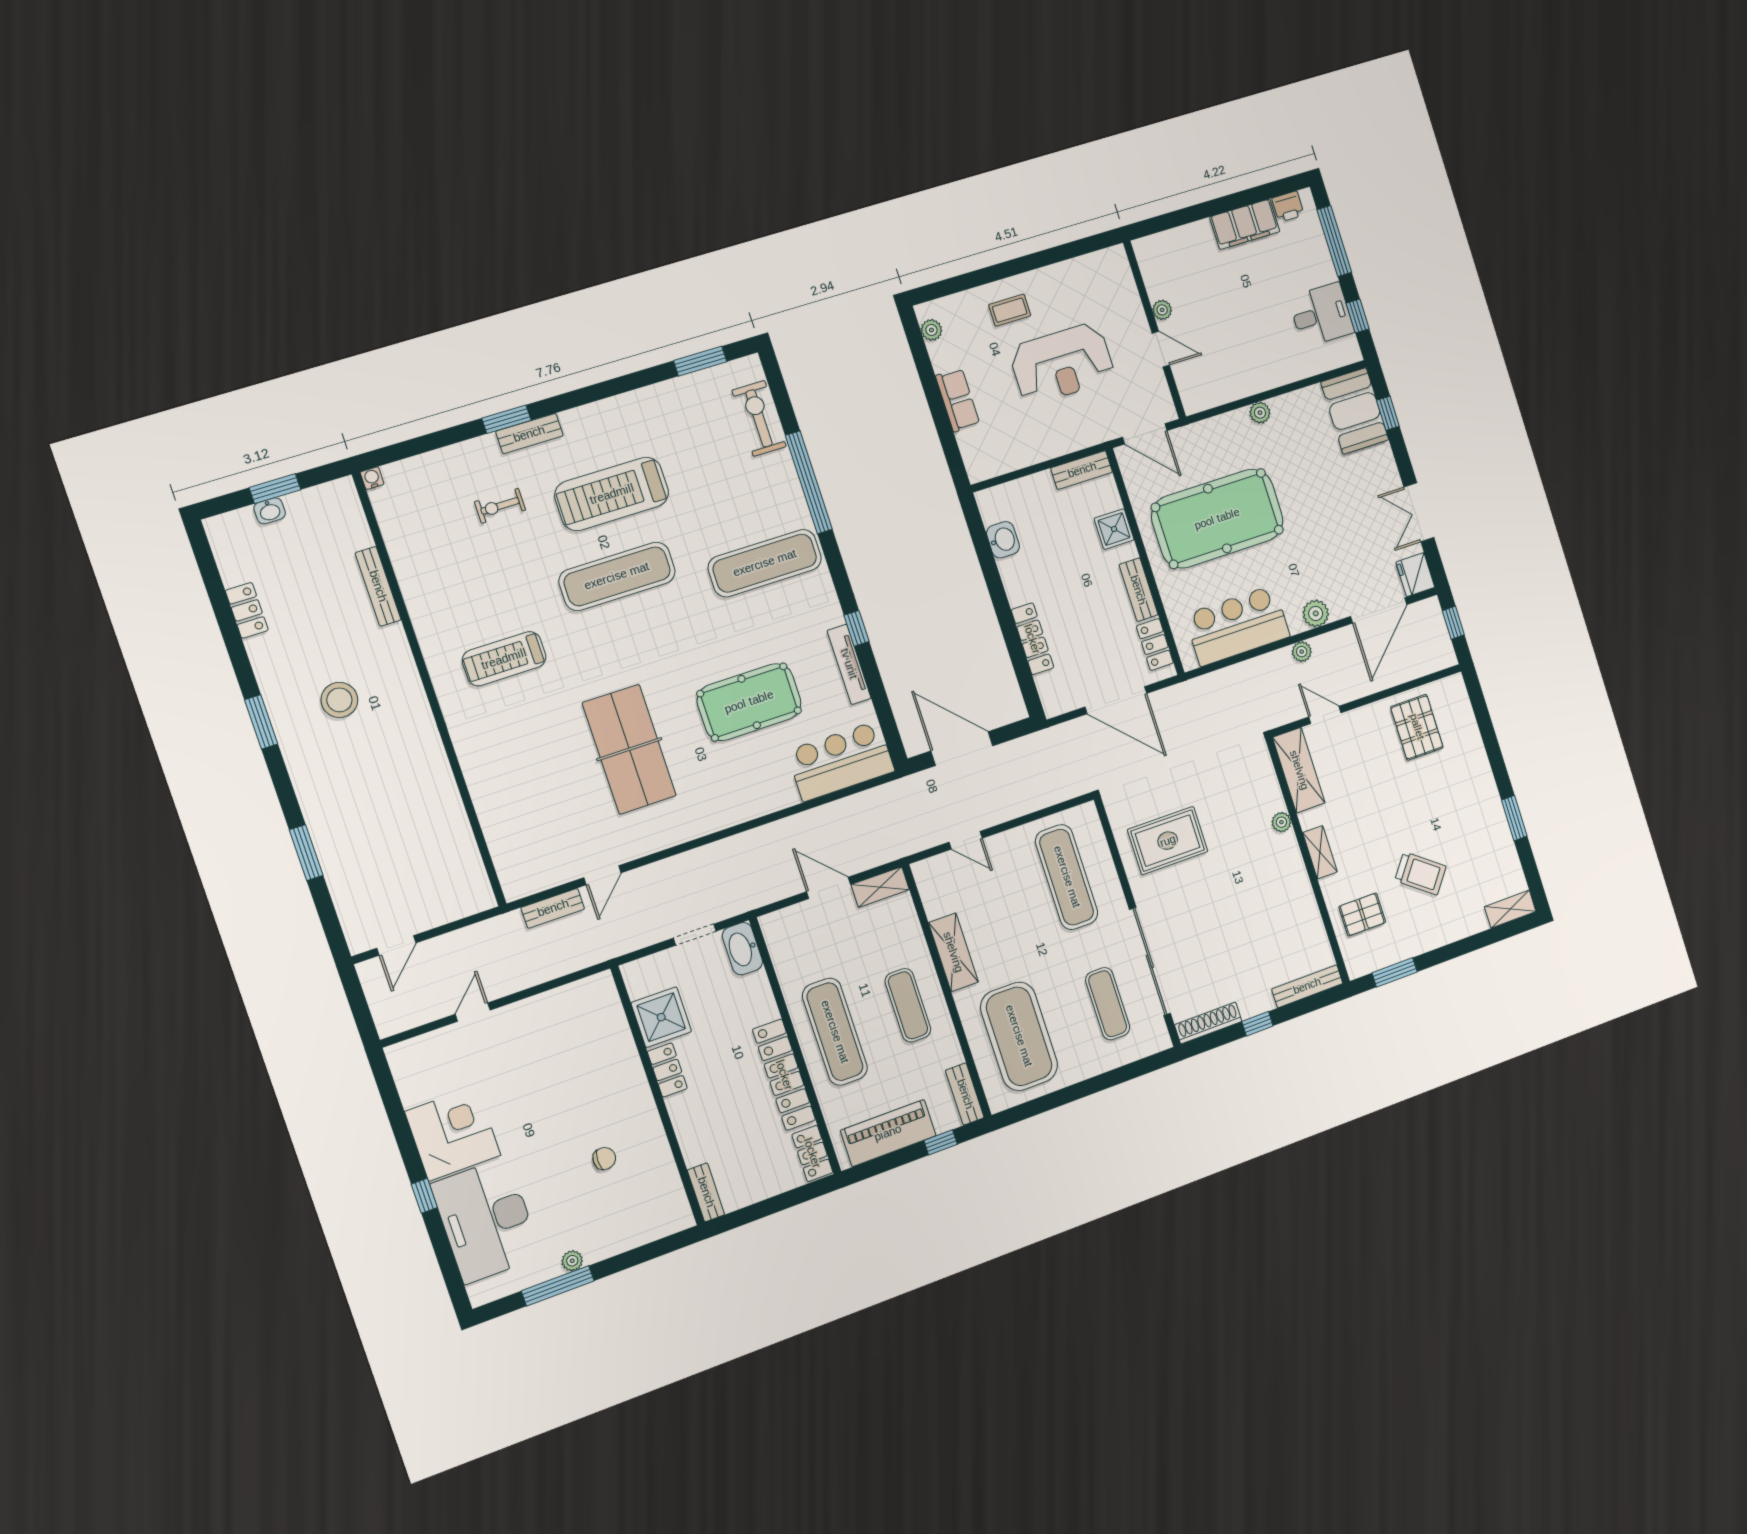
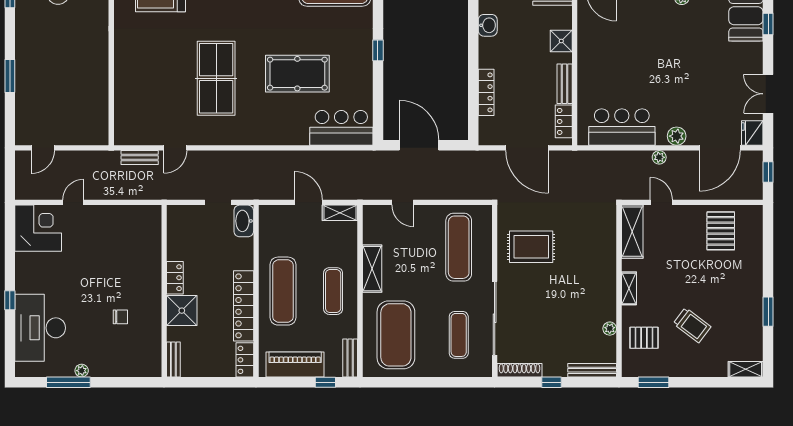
pool table: (1217, 519) -> (631, 56), removed
tv unit: (849, 664) -> (366, 71), removed
plant: (1281, 822) -> (610, 329), moved
shower: (661, 1017) -> (182, 311), moved
corner desk: (453, 1133) -> (38, 228), moved

